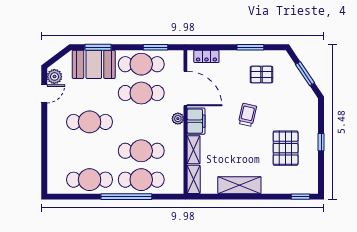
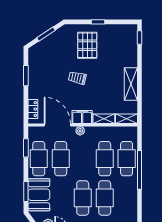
pallet: (261, 75) -> (47, 67), removed
door: (185, 89) -> (57, 125), hinge flipped
pallet: (286, 148) -> (87, 45), moved, turned 90
cafe table: (90, 180) -> (105, 198), moved

